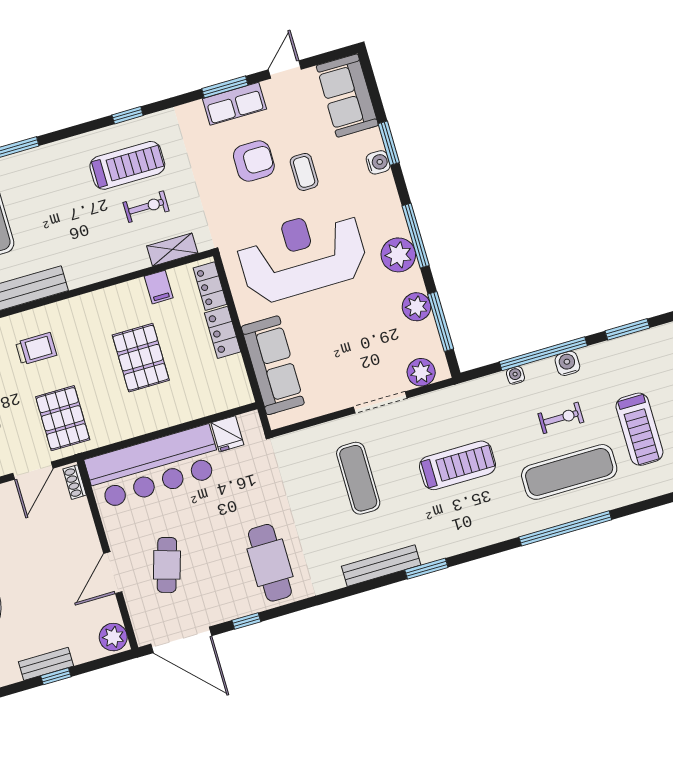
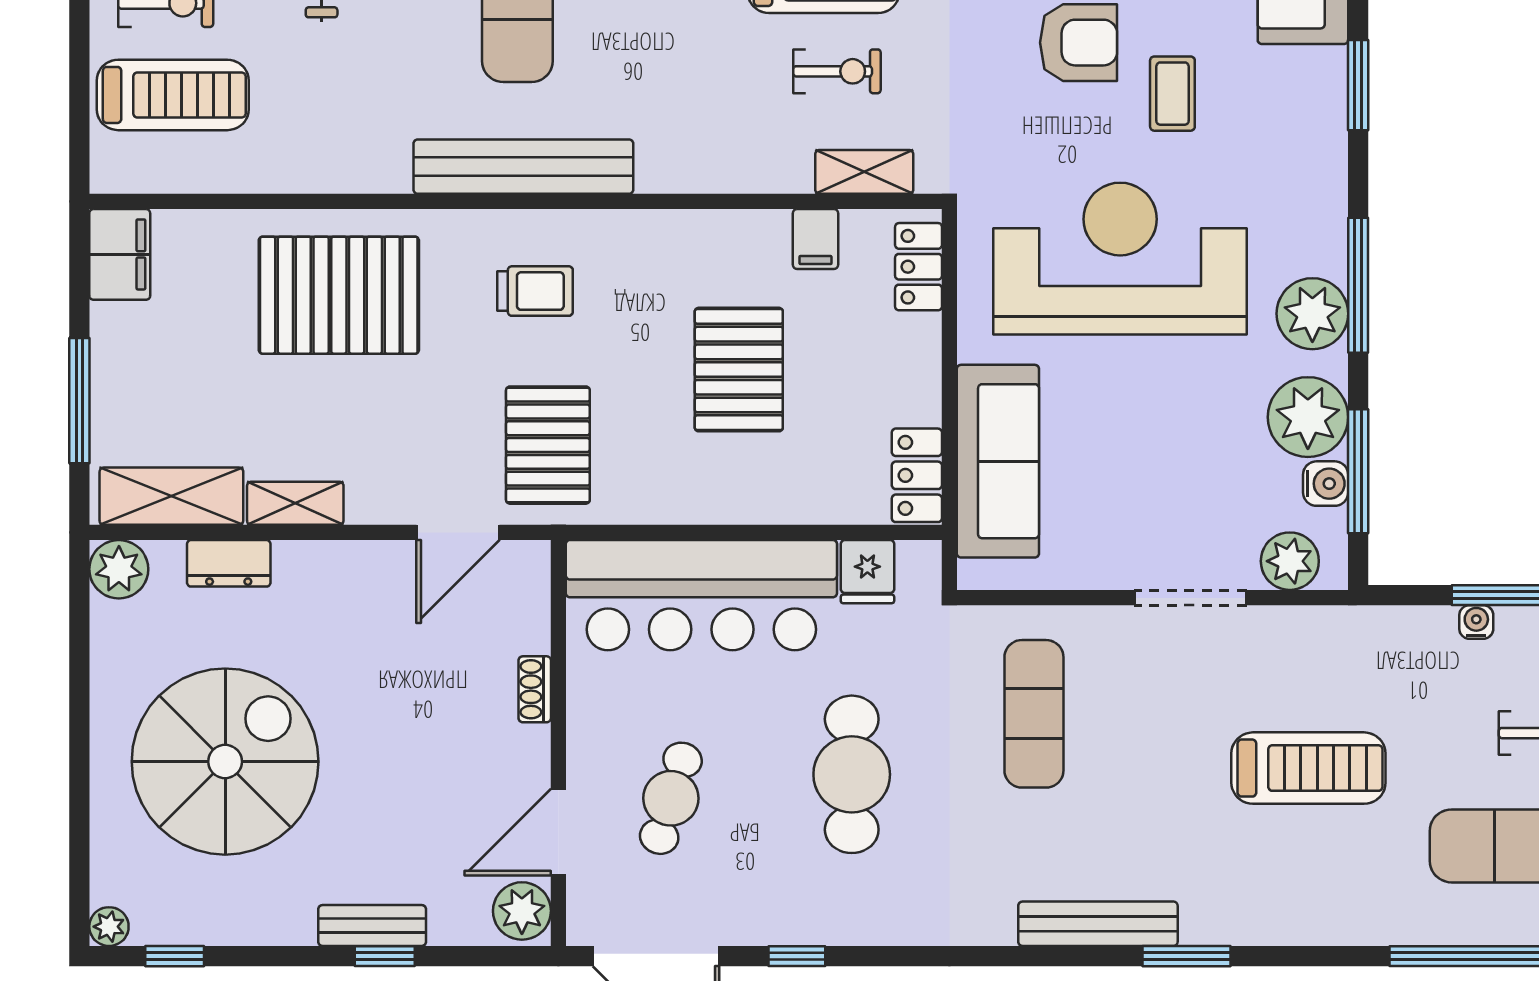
water cooler: (378, 162) -> (1326, 484), moved
plant: (417, 307) -> (1308, 417), width x1.36, depth x1.36
locker: (223, 332) -> (917, 475), moved
exercise mat: (358, 478) -> (1034, 714), moved
shoe rack: (75, 482) -> (535, 689), moved
cafe table: (270, 563) -> (852, 774), moved
door: (113, 573) -> (558, 832), moved

